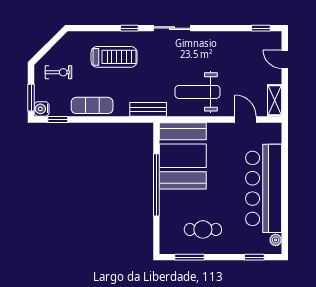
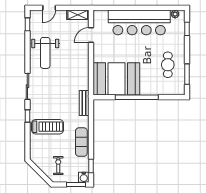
treadmill: (114, 57) -> (47, 127), turned 90
weight bench: (197, 92) -> (45, 53), moved

